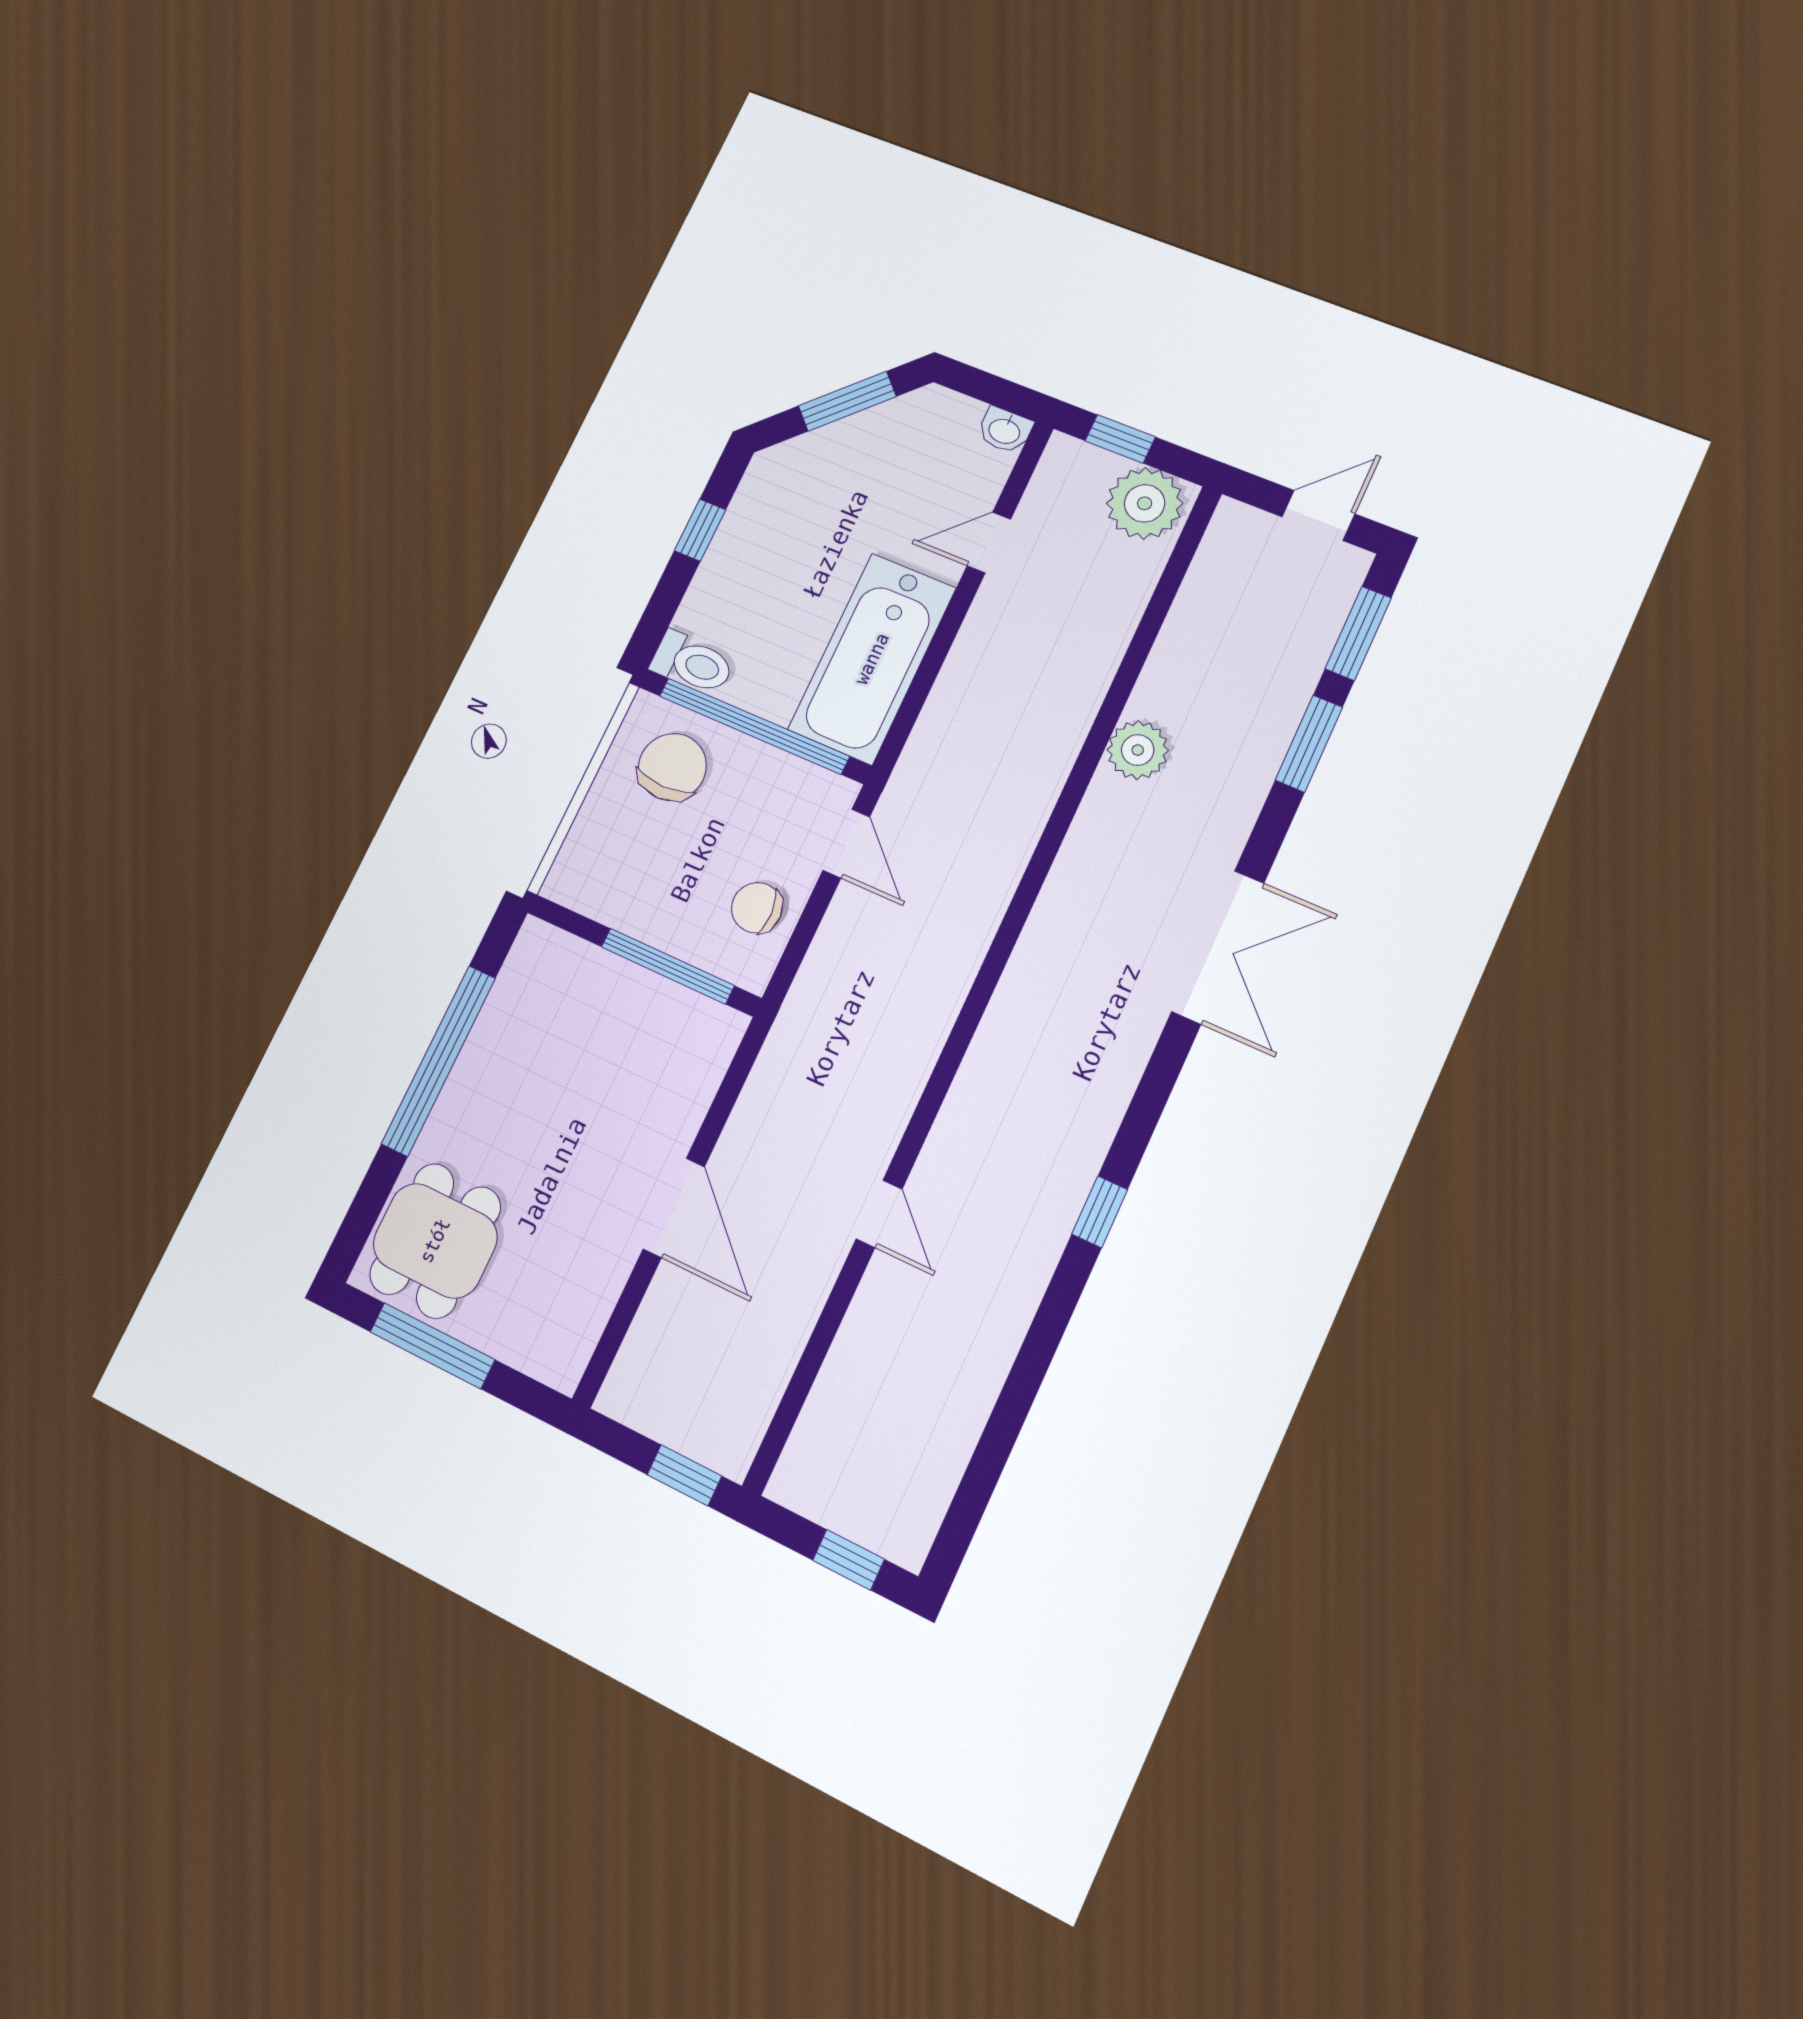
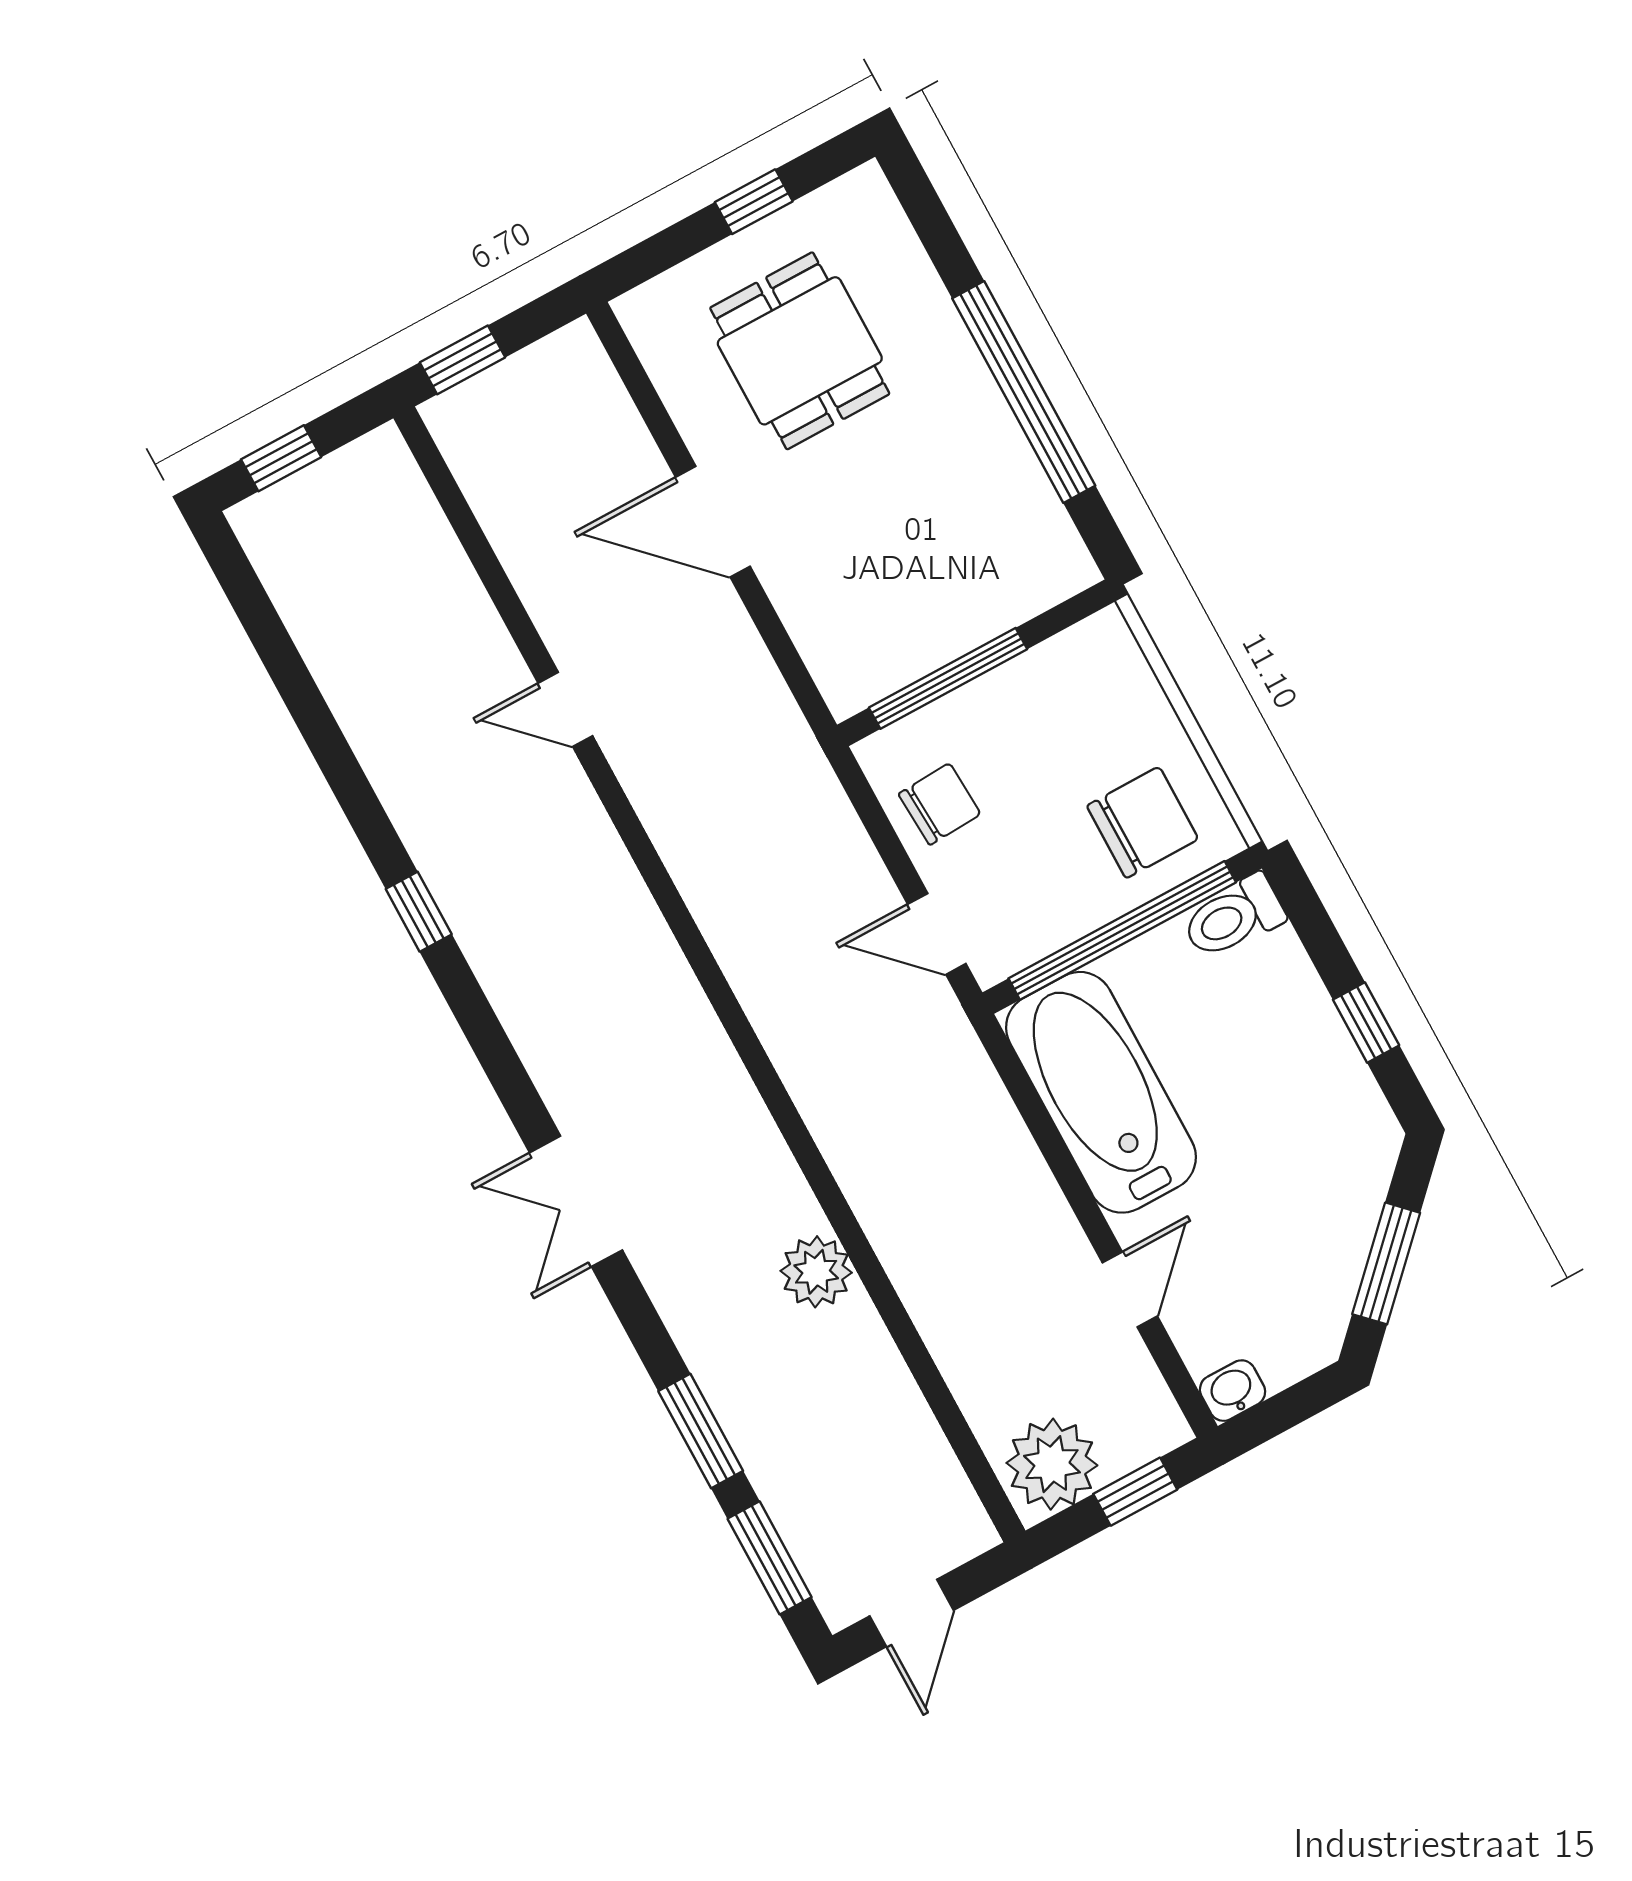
chair: (672, 767) -> (1143, 822), turned -90
double door: (1218, 947) -> (576, 1201), width x0.73
dining table: (435, 1241) -> (800, 351), moved
window: (432, 1346) -> (754, 202), width x0.46

